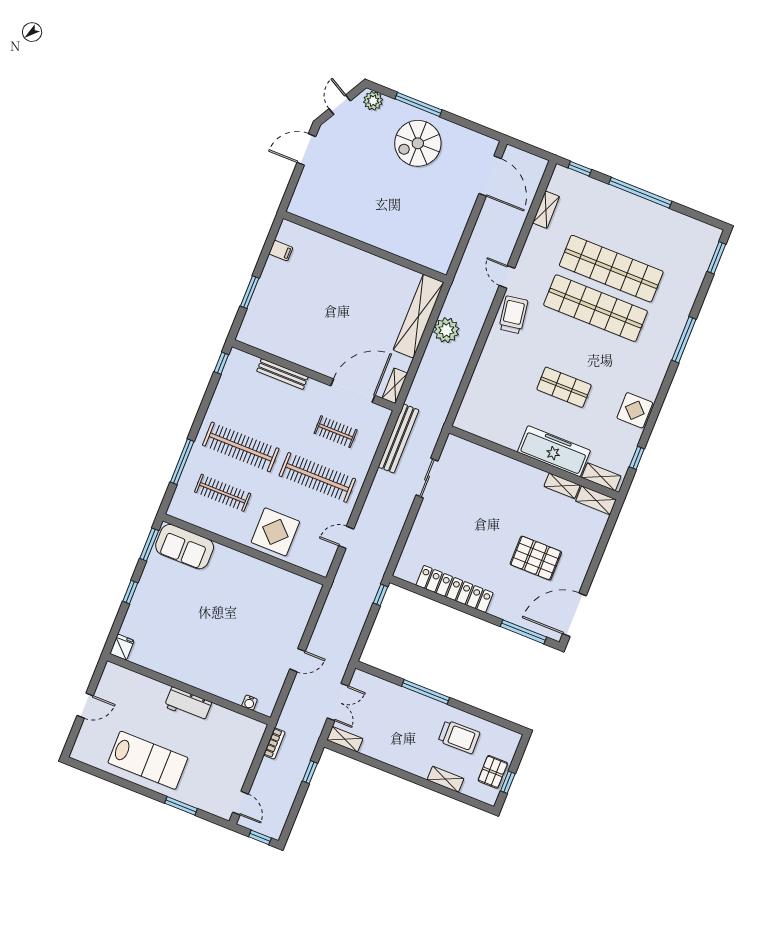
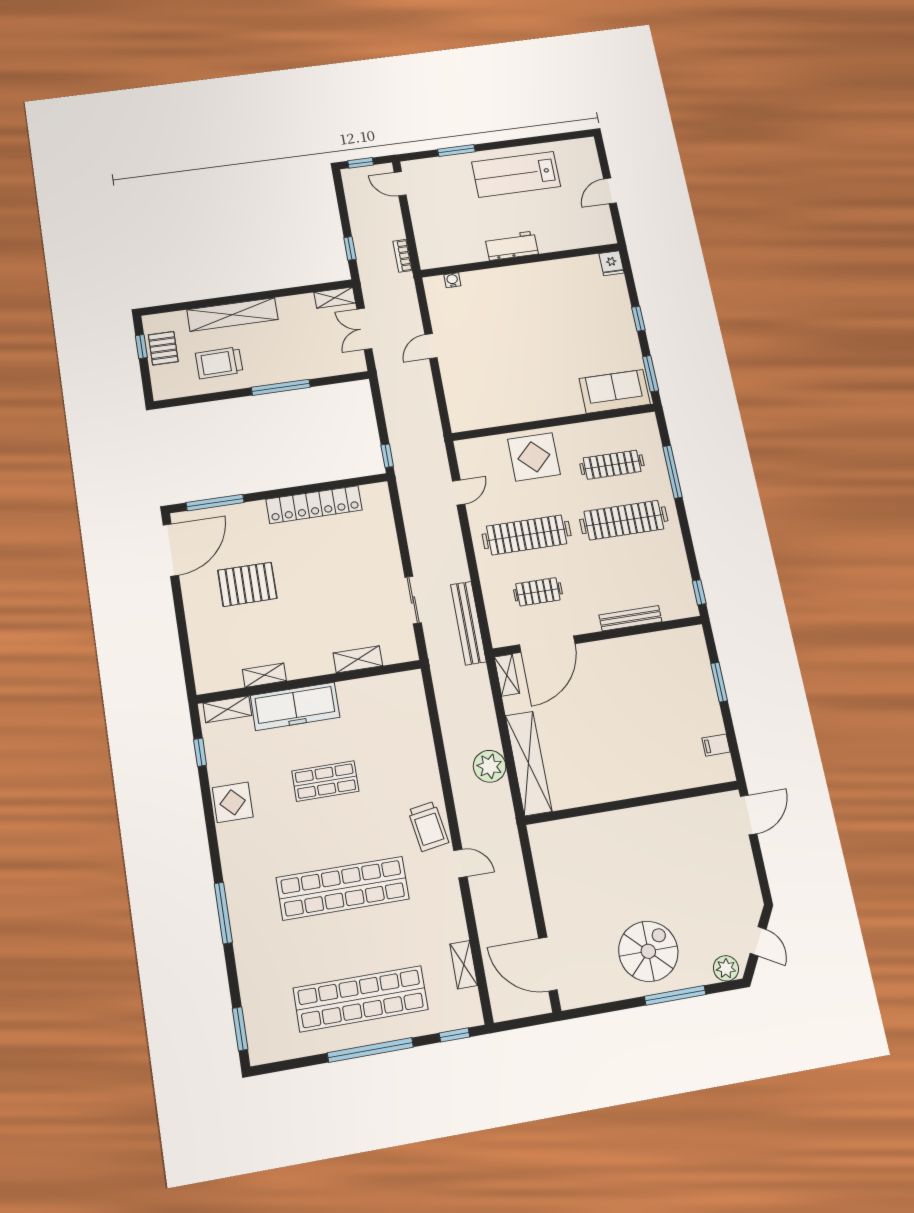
door: (306, 149) -> (749, 815), moved
shop shelf: (611, 269) -> (361, 999), moved
shelving: (596, 500) -> (358, 659), moved
shelving: (445, 779) -> (232, 315), width x2.20, depth x1.33

